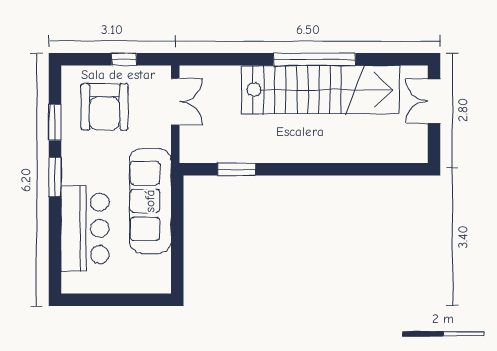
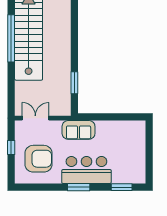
window: (55, 122) -> (122, 187), moved
sofa: (150, 201) -> (79, 130), width x0.54, depth x0.79
bar counter: (85, 228) -> (86, 170), moved

